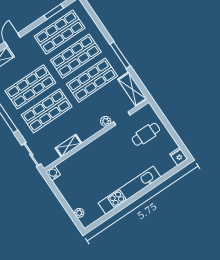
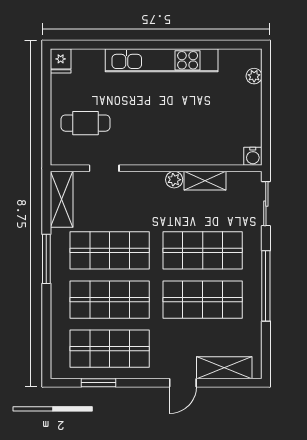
plant: (106, 121) -> (174, 180), moved

